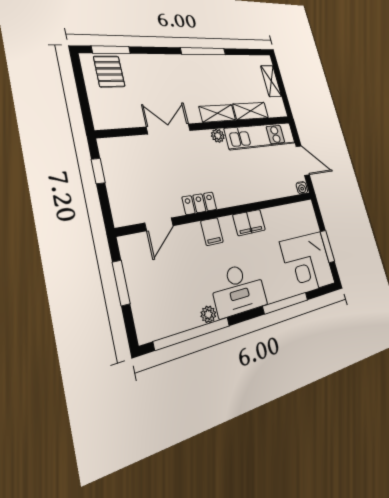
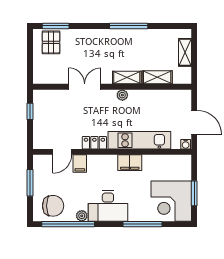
kitchen unit: (261, 136) -> (139, 140), moved, turned 180
filing cabinet: (212, 232) -> (80, 164), moved
chair: (164, 311) -> (53, 206), added

